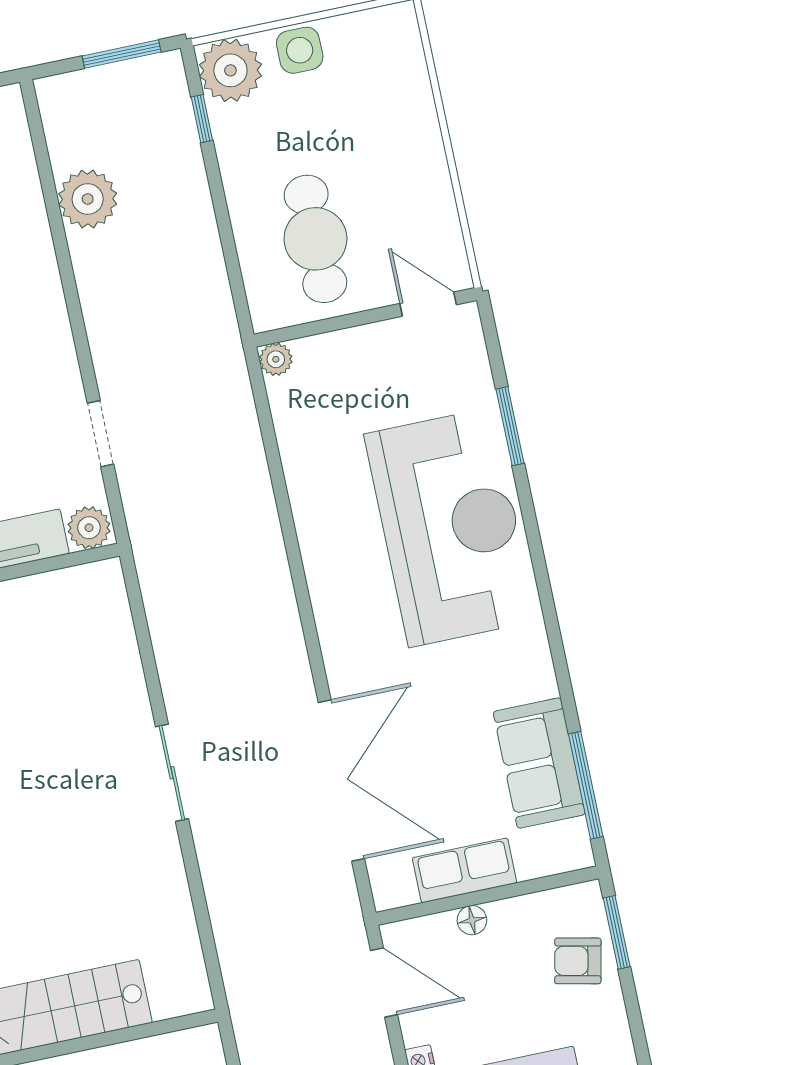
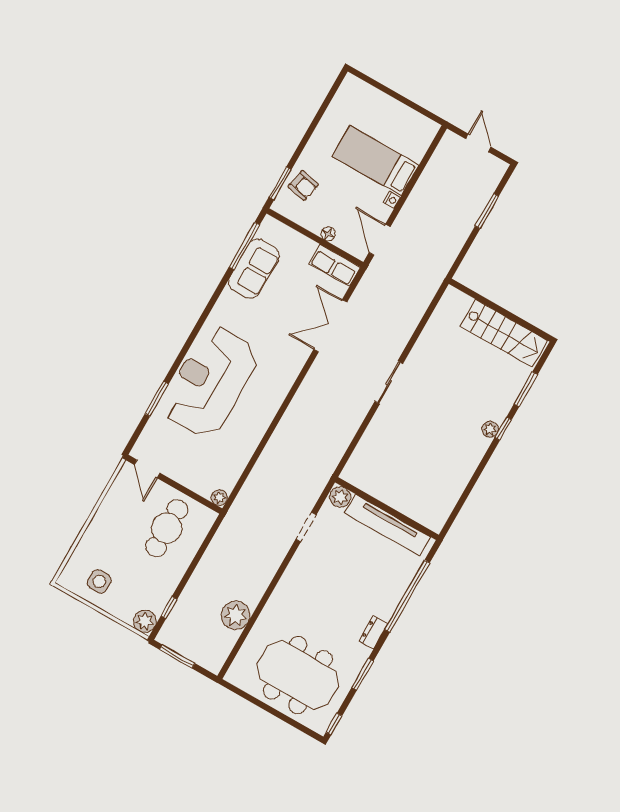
side table: (300, 50) -> (99, 581), moved
plant: (230, 70) -> (145, 621), width x0.73, depth x0.73
double door: (341, 781) -> (330, 326), width x0.73
row of seats: (465, 870) -> (335, 265), moved

